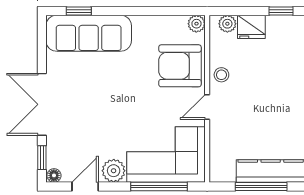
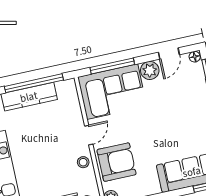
window: (261, 186) -> (34, 83), width x1.46

